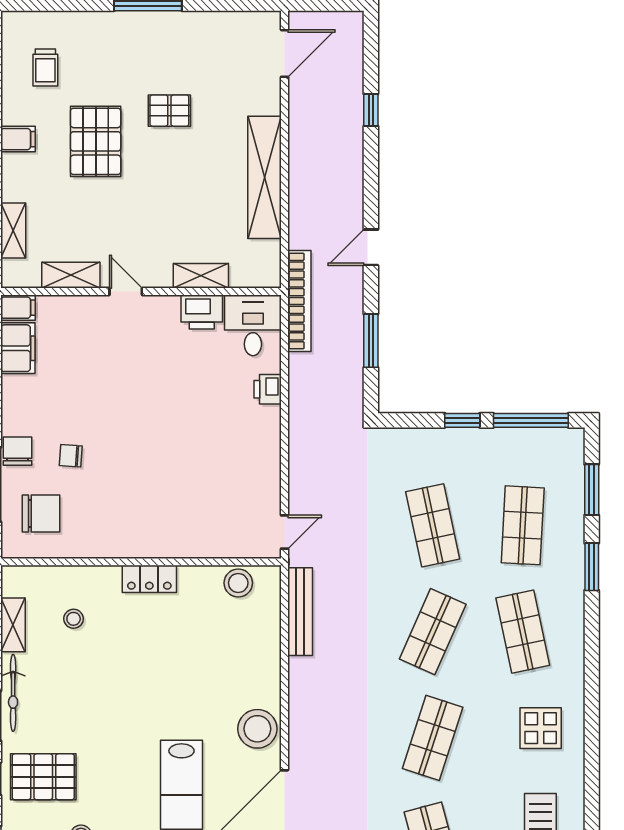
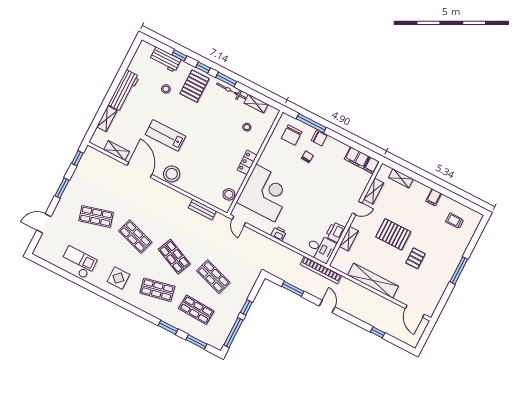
pallet: (96, 141) -> (393, 234), moved
printer: (268, 389) -> (279, 234), moved
corner desk: (195, 506) -> (265, 193), added
shop shelf: (433, 525) -> (213, 277), turned 30
bench: (300, 612) -> (202, 209), width x0.73

